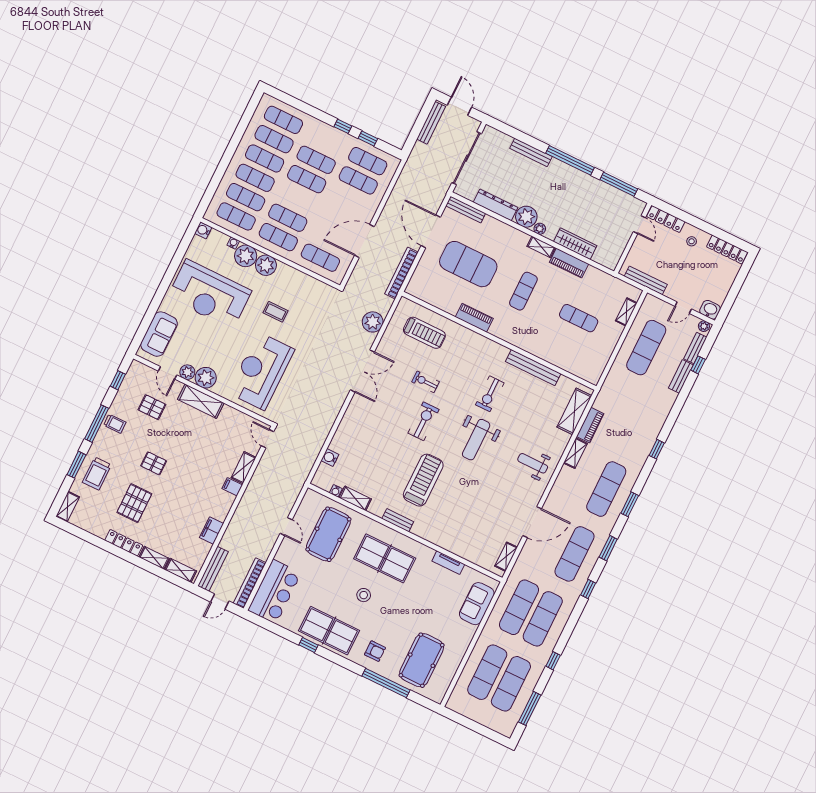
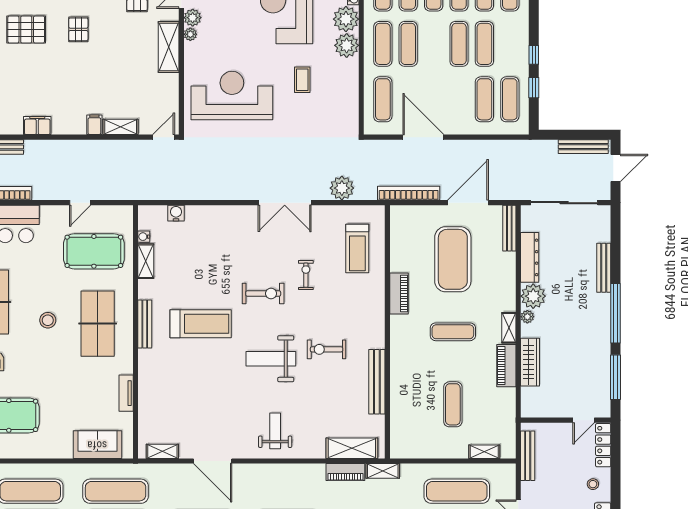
plant: (206, 378) -> (190, 34), width x0.53, depth x0.53
shelving: (575, 453) -> (383, 471), moved
bench: (398, 520) -> (145, 324), width x1.36

